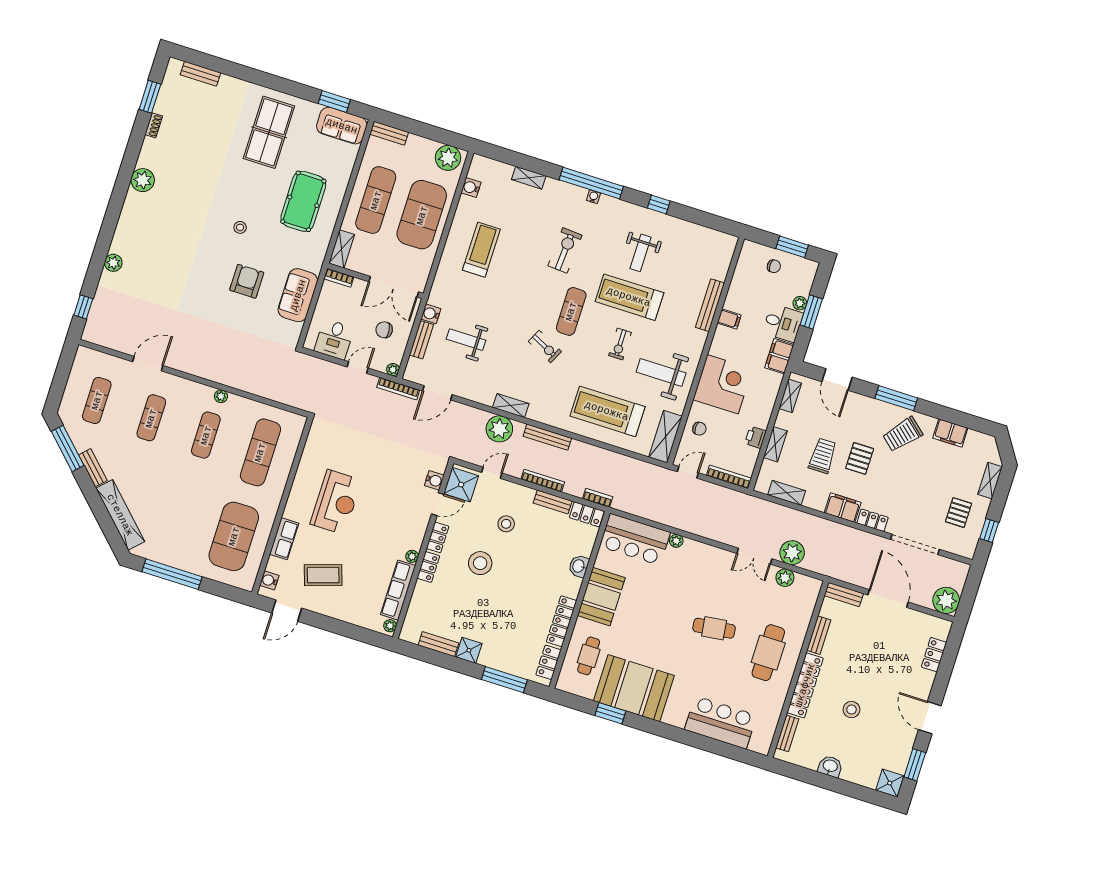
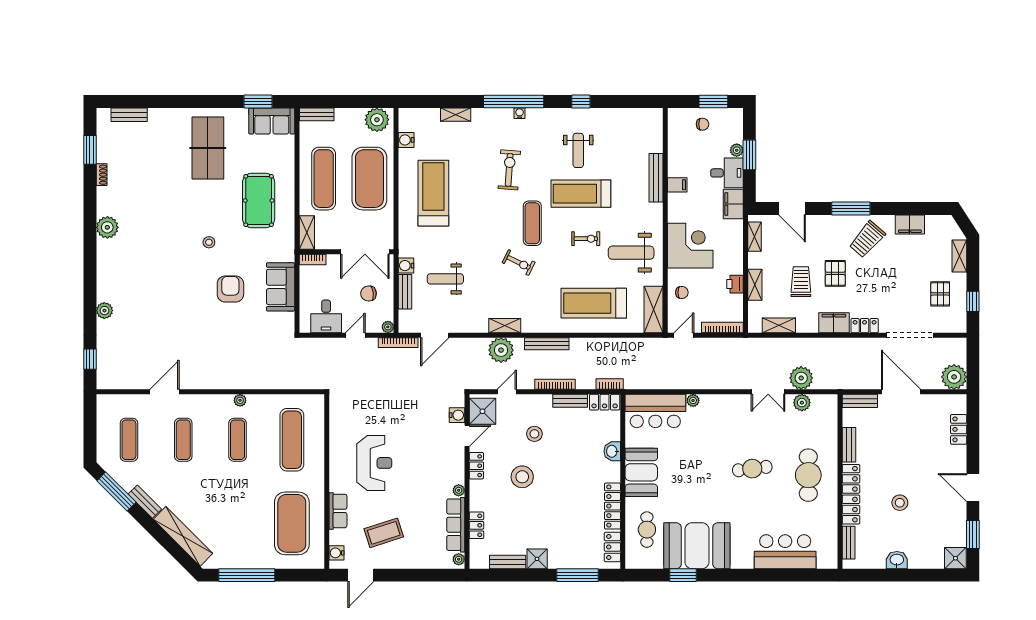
treadmill: (481, 250) -> (433, 193), width x1.37, depth x1.38
exercise bike: (620, 344) -> (586, 239), turned -90
locker: (428, 567) -> (476, 525), moved

